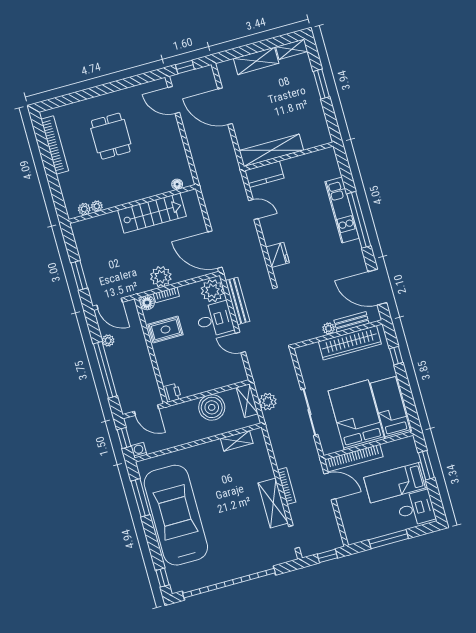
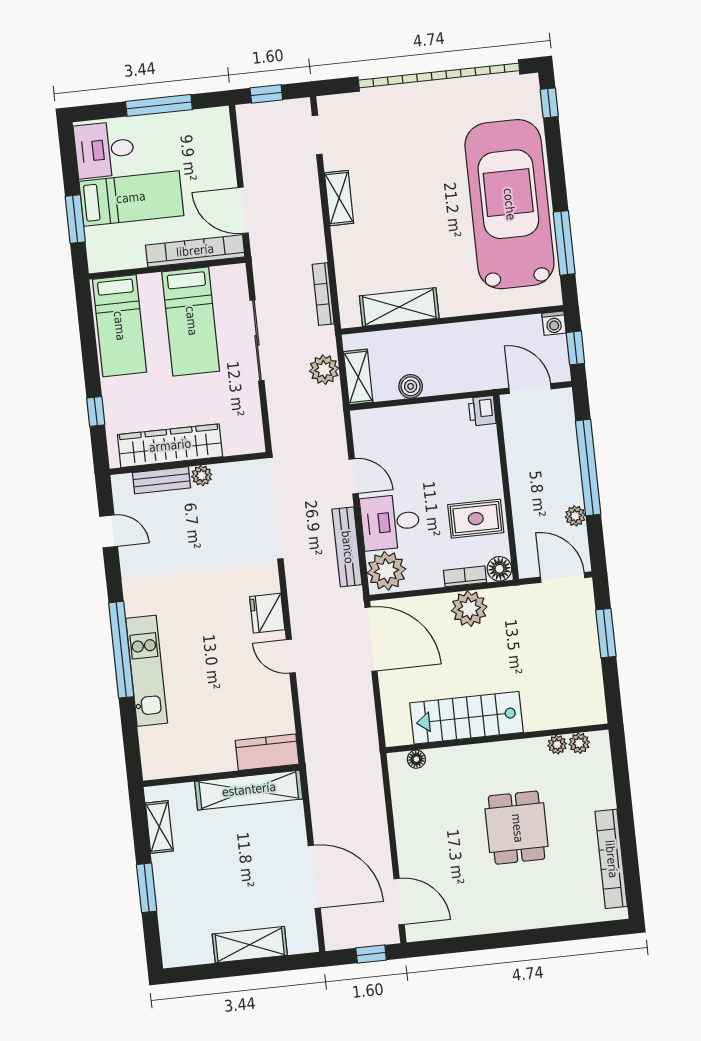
shelving: (292, 49) -> (159, 827), moved, turned 90
dining table: (111, 136) -> (517, 828), moved
door: (254, 210) -> (291, 656), moved
door: (377, 287) -> (109, 531), width x0.53
boiler: (212, 407) -> (411, 386), width x0.54, depth x0.54
bed: (356, 415) -> (191, 321), width x0.67
shelving: (237, 441) -> (399, 307), width x1.50, depth x1.33
bookcase: (287, 486) -> (323, 294), moved
shelving: (273, 503) -> (339, 198), width x0.67, depth x0.75
car: (176, 515) -> (509, 204), turned 180

